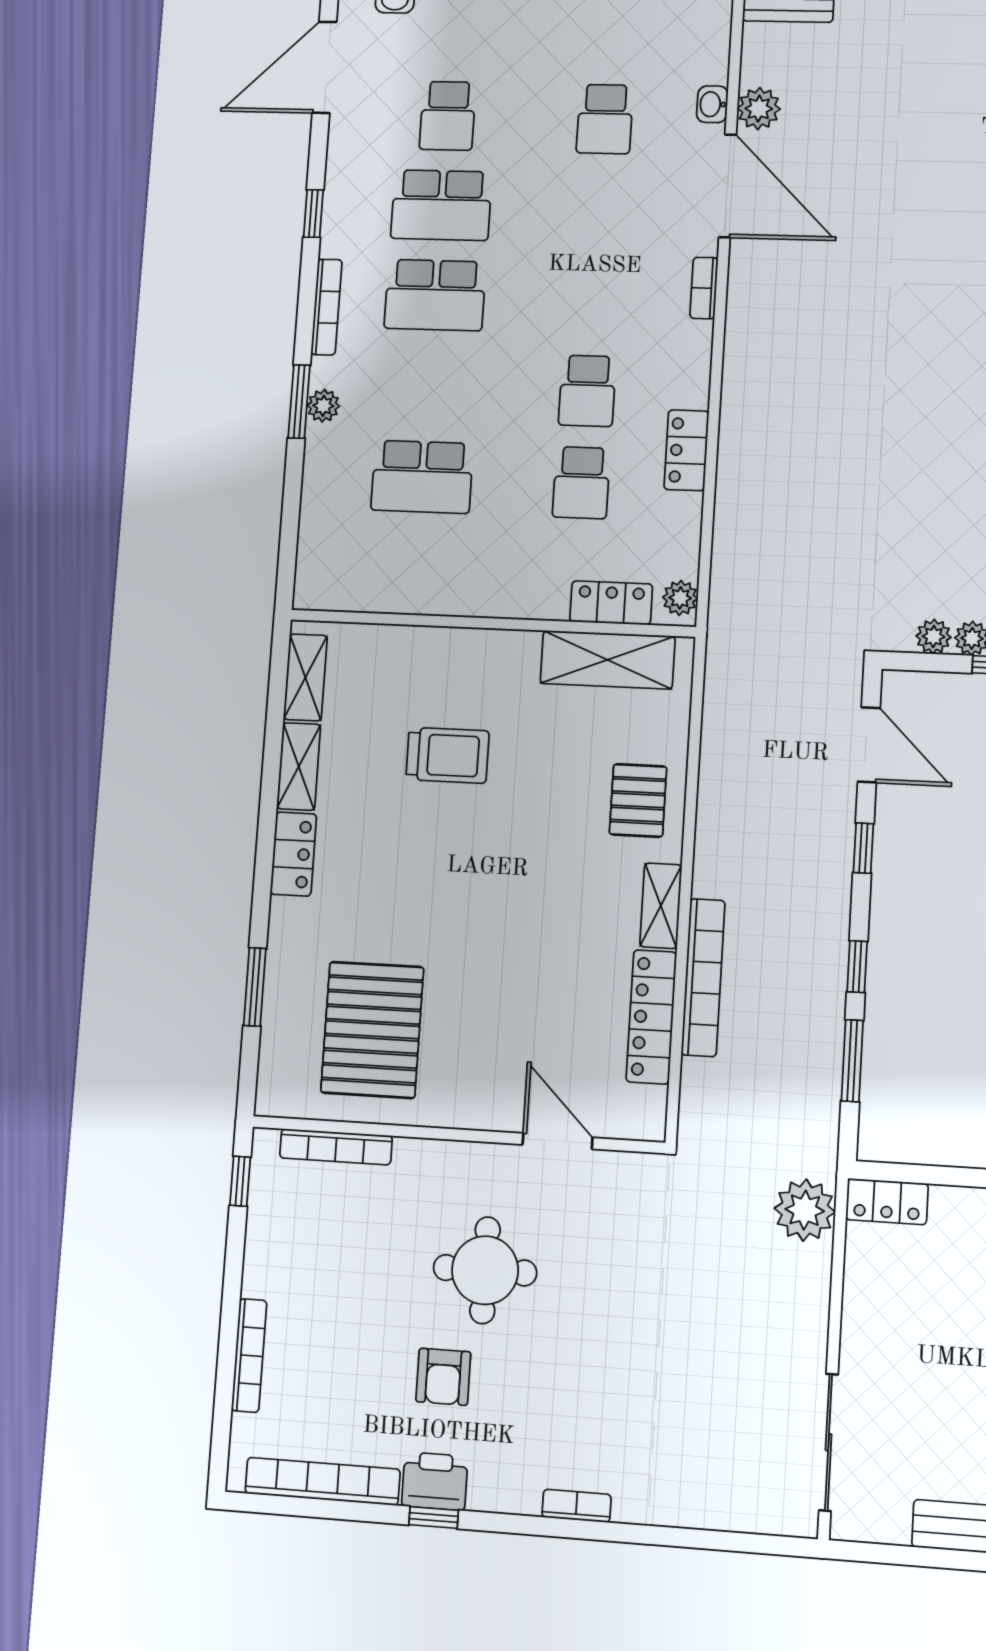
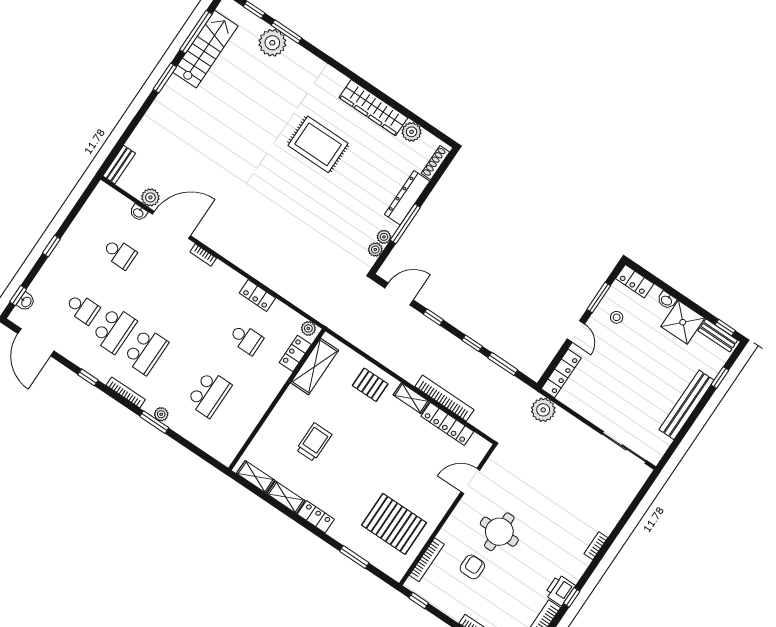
school desk: (587, 391) -> (214, 318), removed
locker: (887, 1202) -> (561, 373), width x1.53
armchair: (443, 1377) -> (472, 567), moved, turned -90

